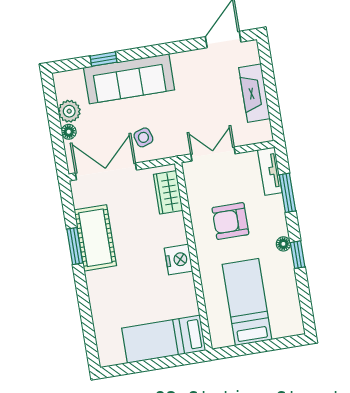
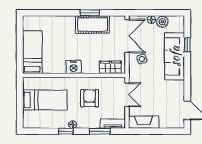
fireplace: (254, 93) -> (144, 122), moved

